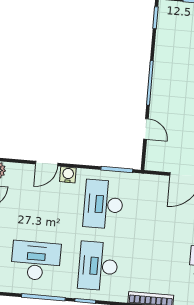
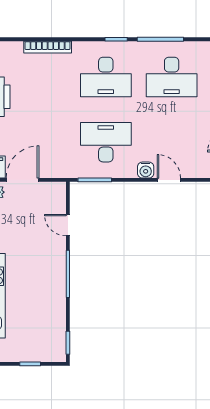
door: (47, 164) -> (169, 180), hinge flipped
desk: (103, 204) -> (106, 142), turned -90
desk: (98, 266) -> (106, 77), turned 90

